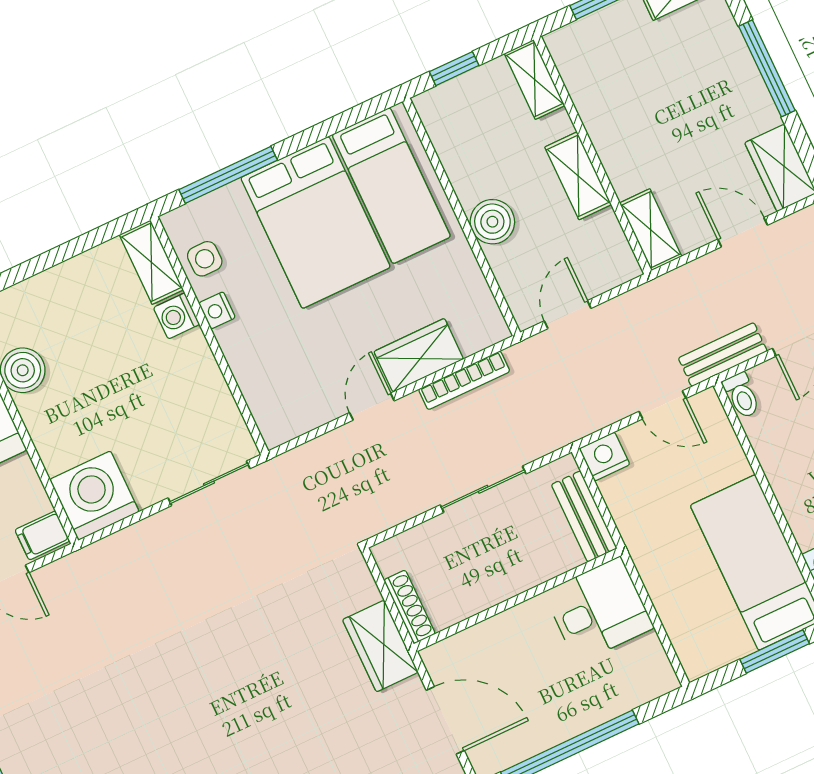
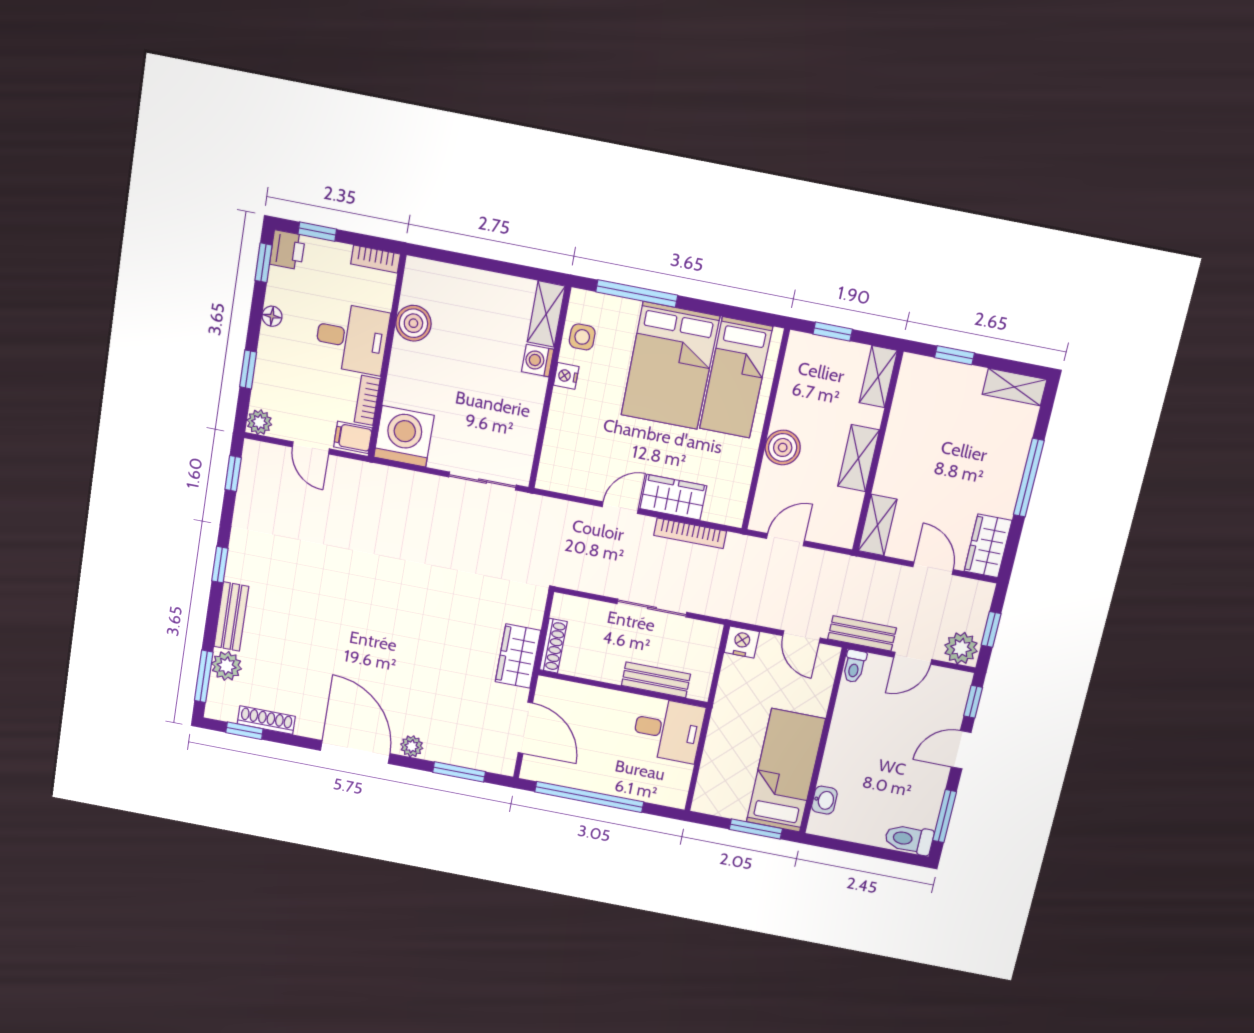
bookcase: (30, 485) -> (367, 400), added
bench: (584, 516) -> (656, 680), moved, turned 90

